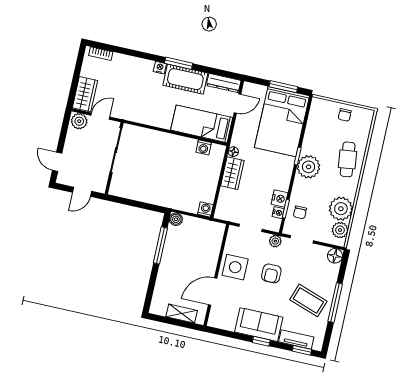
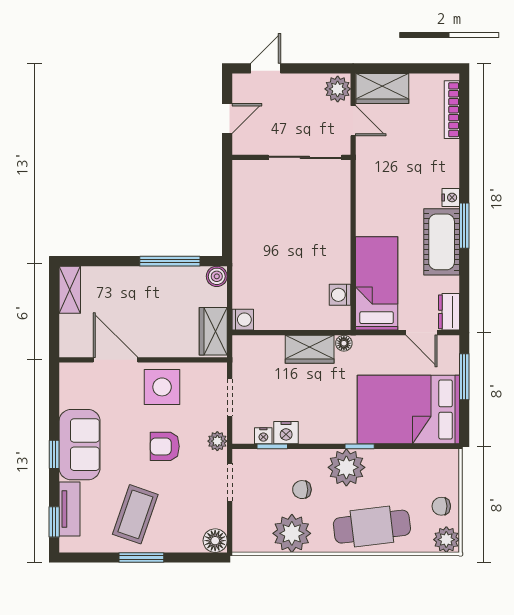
bookcase: (101, 54) -> (452, 110), width x1.56
dresser: (224, 83) -> (449, 312), width x0.70
window: (283, 87) -> (464, 377), moved
cafe table: (348, 159) -> (372, 527), width x1.37, depth x1.35
door: (82, 192) -> (227, 118), swing flipped
chair: (300, 212) -> (302, 490), moved
wardrobe: (208, 229) -> (213, 331), added
plant: (340, 230) -> (446, 540), moved
window: (335, 303) -> (141, 557), width x0.69
shelving: (182, 314) -> (70, 290), moved

